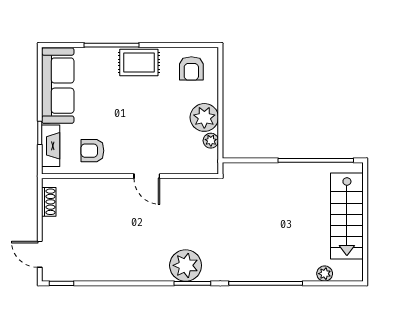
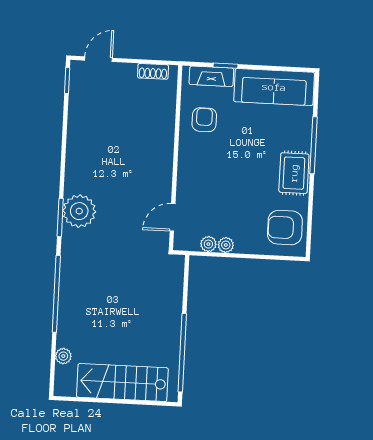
armchair: (191, 68) -> (285, 228), width x1.38, depth x1.38
plant: (204, 117) -> (226, 245), width x0.53, depth x0.53
door: (147, 176) -> (173, 217), moved

